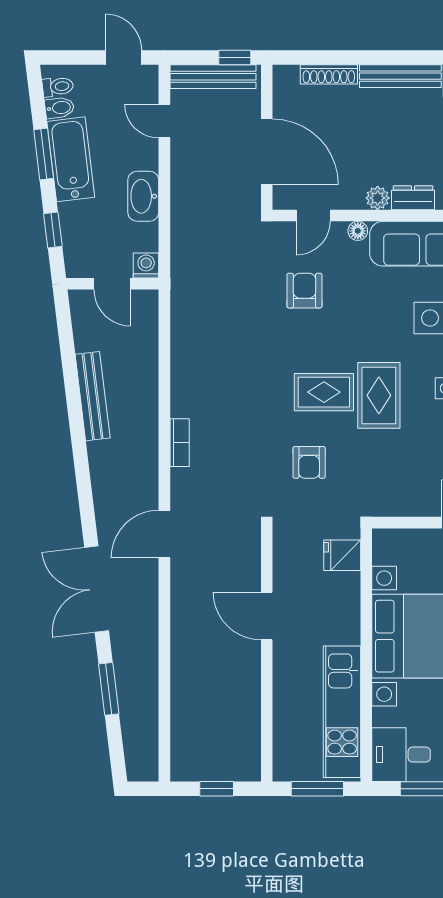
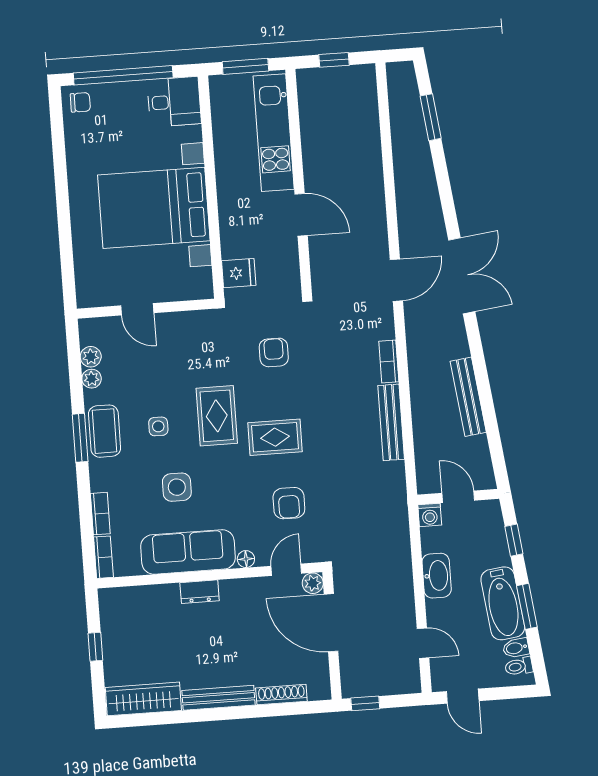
bench: (213, 77) -> (391, 422), moved, turned 90
plant: (378, 198) -> (313, 583), moved
rug: (324, 392) -> (275, 437), moved
double door: (97, 589) -> (462, 276), moved
window: (109, 689) -> (431, 117), moved
kitchen unit: (342, 712) -> (274, 133), moved, turned 180

